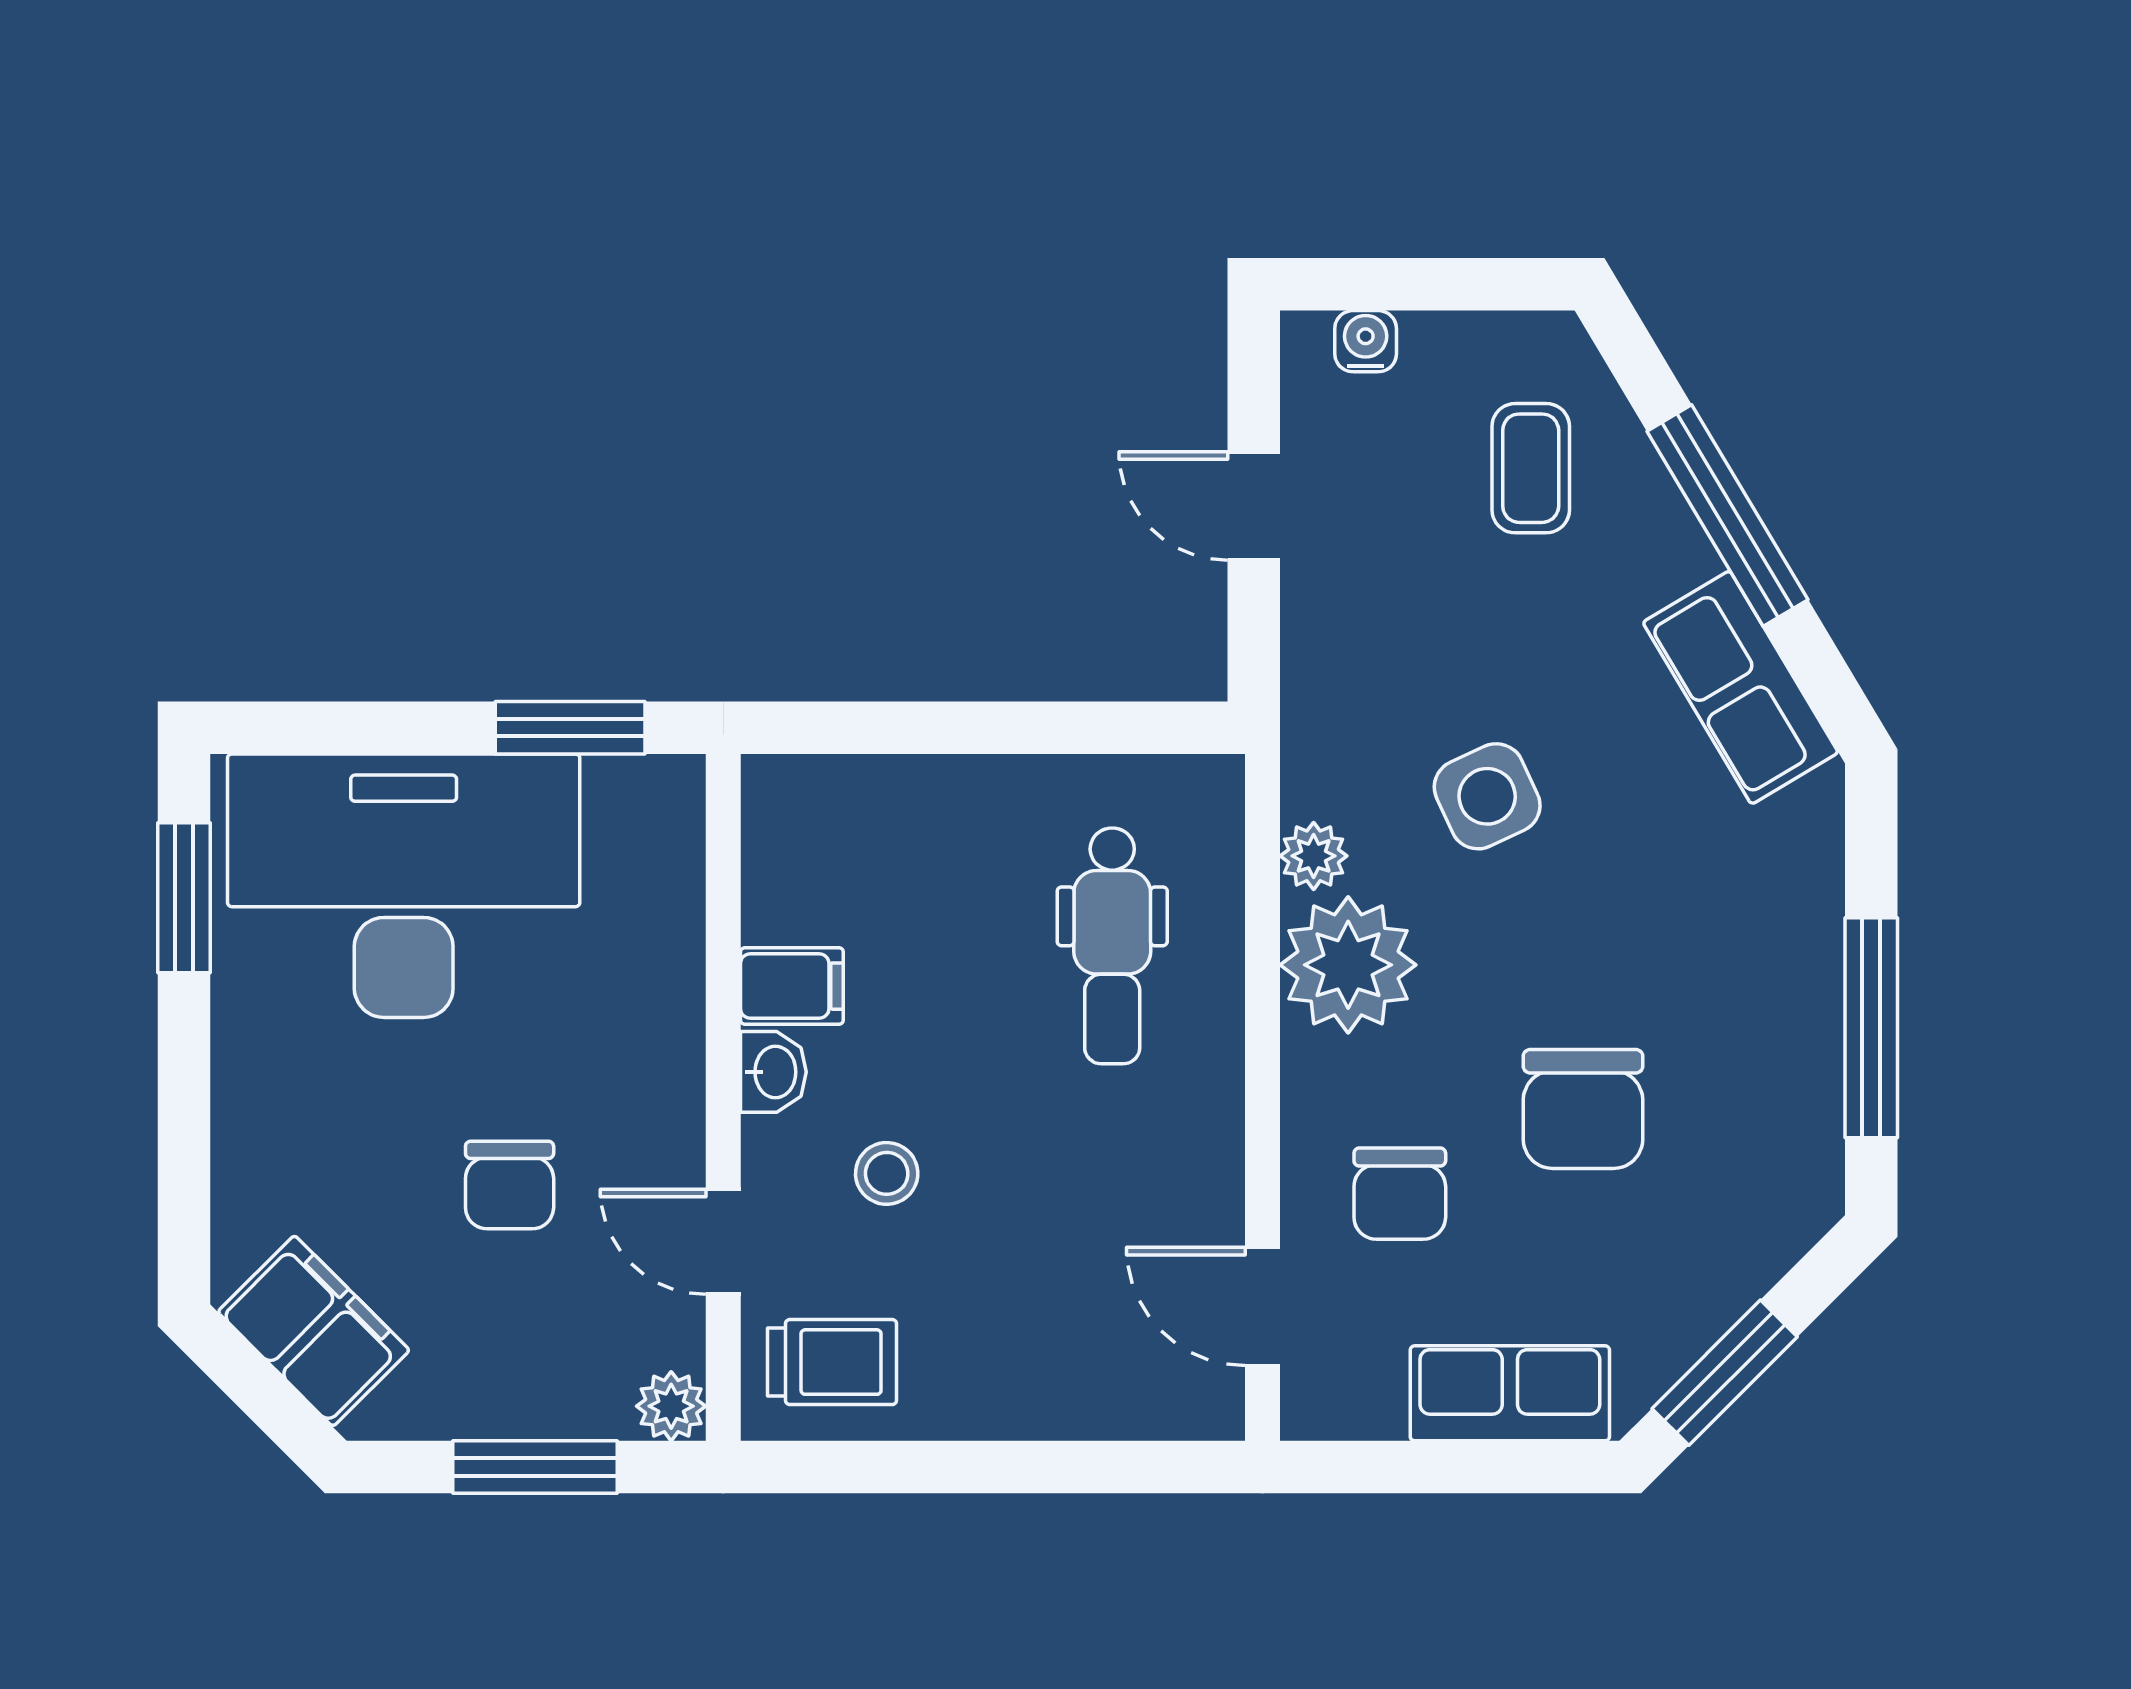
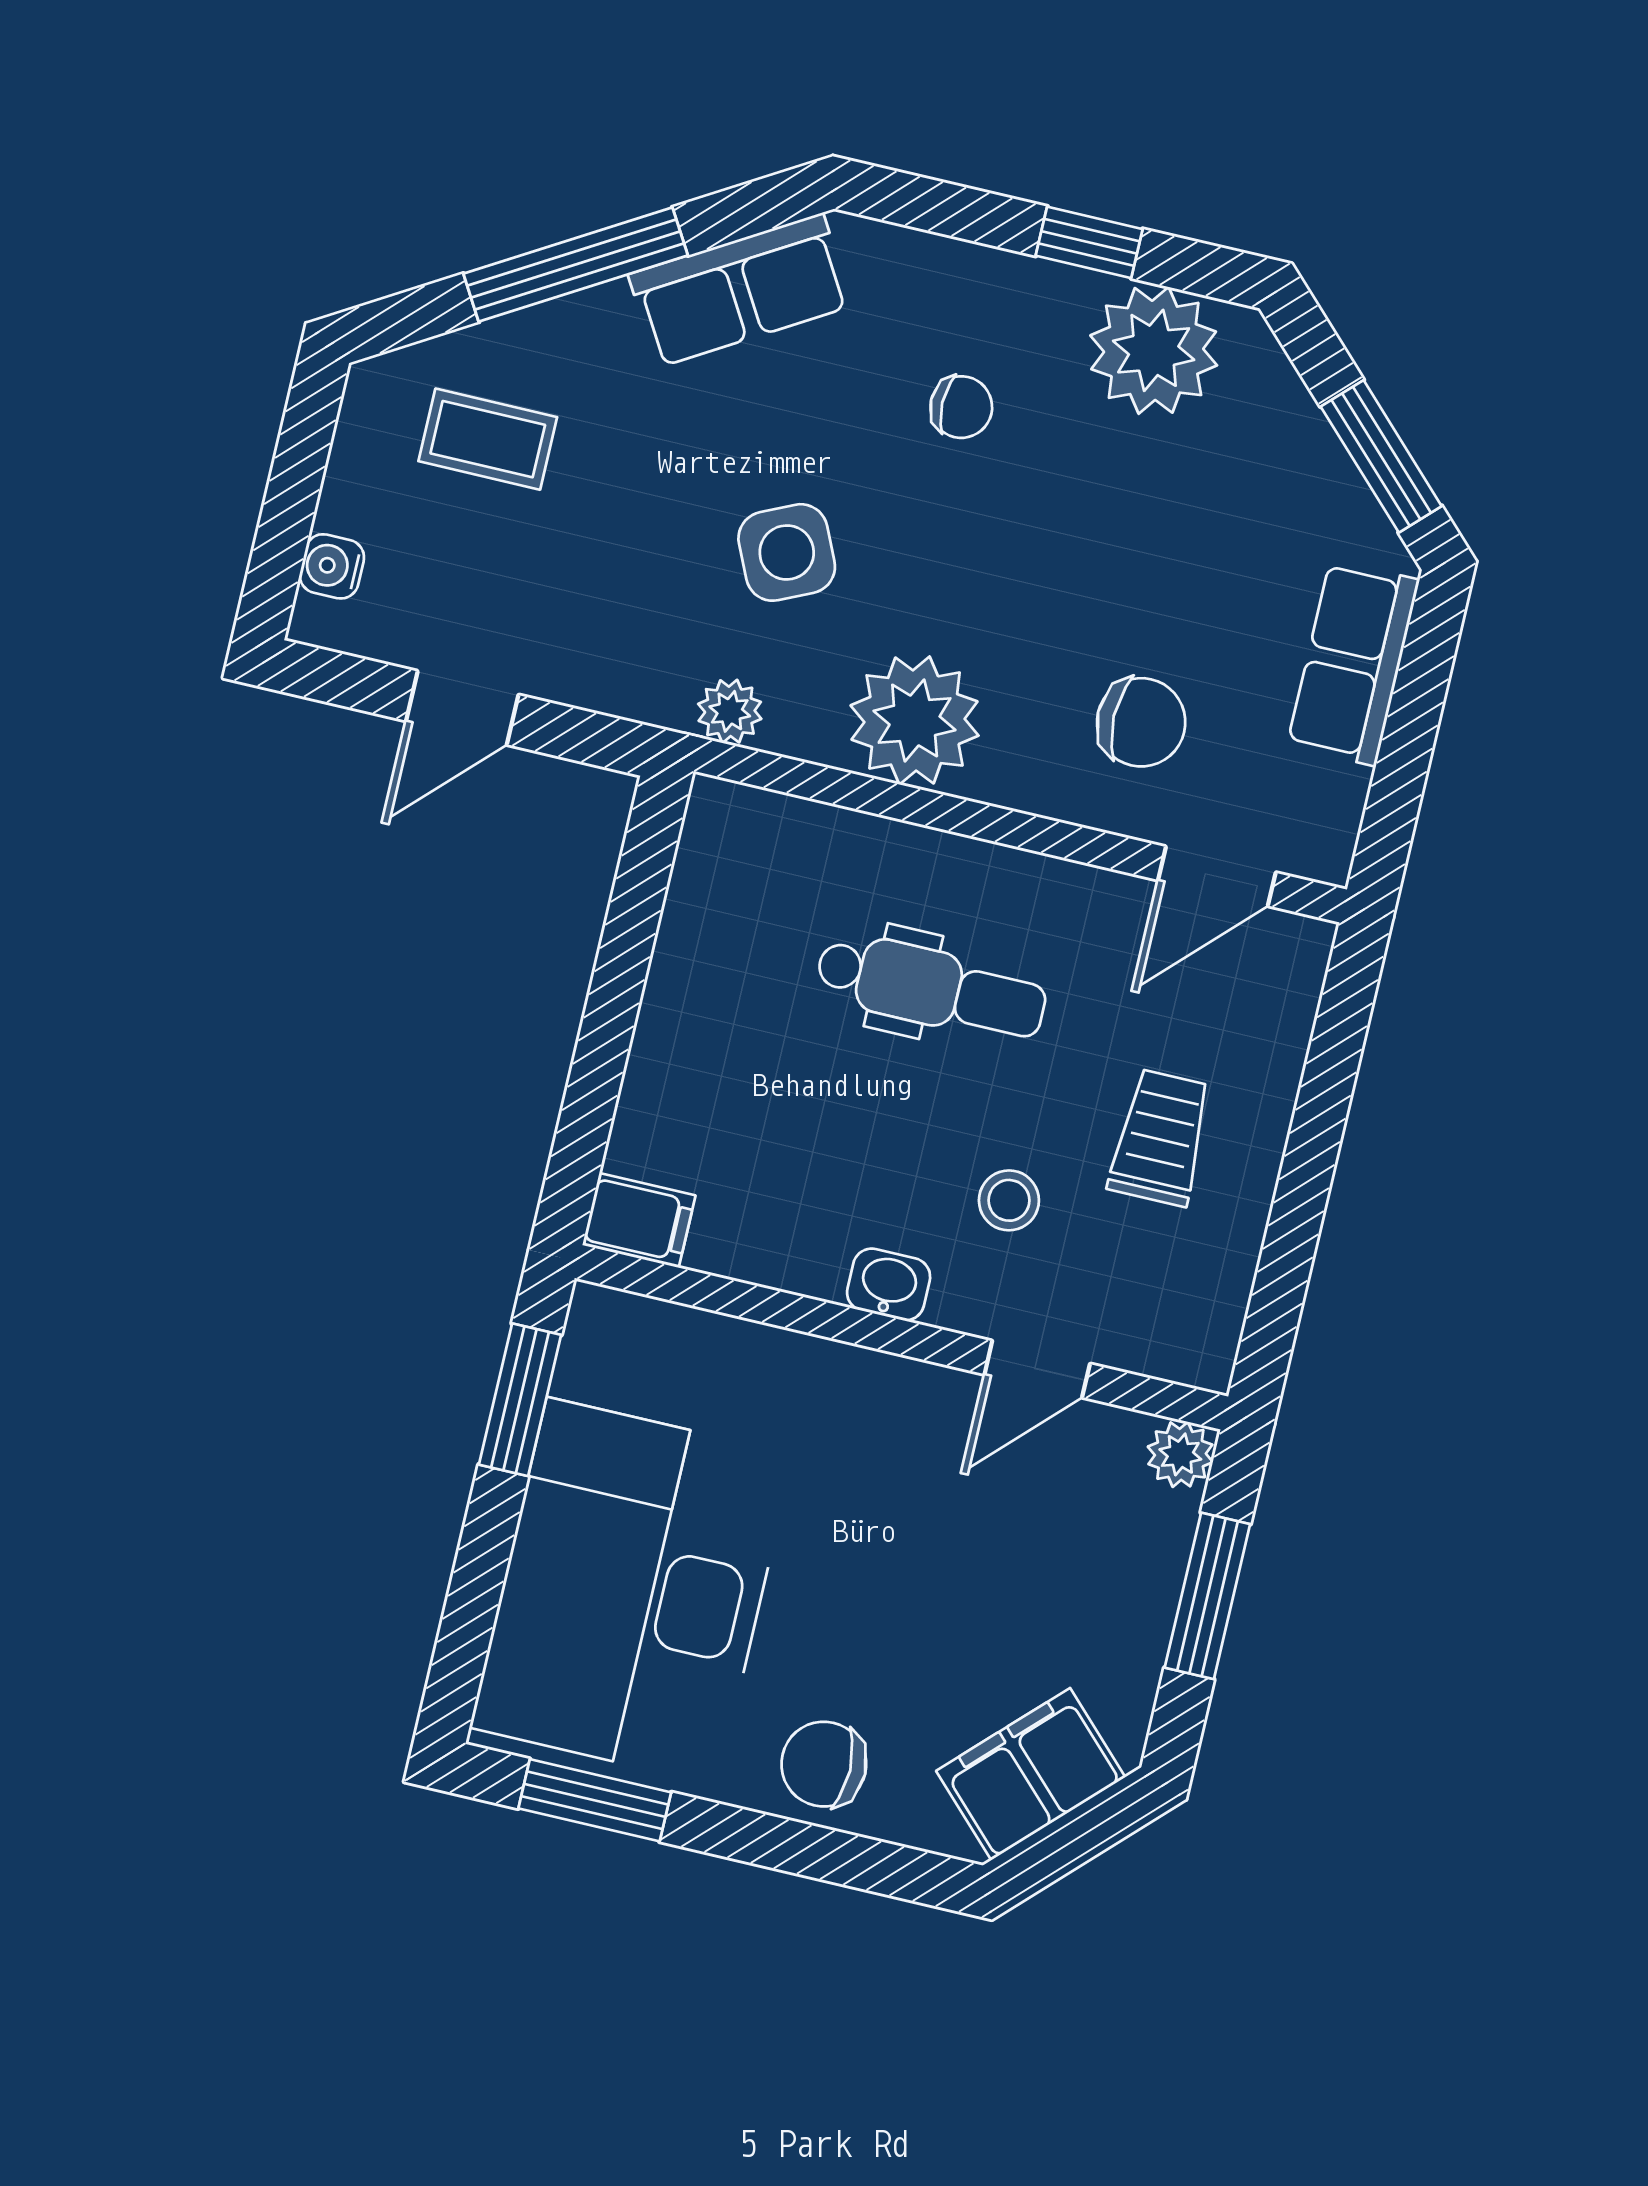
plant: (1314, 856) -> (730, 711), moved
dental chair: (1112, 946) -> (931, 988), moved
filing cabinet: (792, 986) -> (639, 1220), moved, turned 90
window: (1871, 1028) -> (1089, 242), width x0.46
chair: (1583, 1109) -> (961, 407), moved, width x0.54, depth x0.54
plant: (1778, 1118) -> (1154, 350), added
chair: (510, 1185) -> (824, 1764), moved, turned 180
trolley: (832, 1362) -> (1160, 1138), moved

